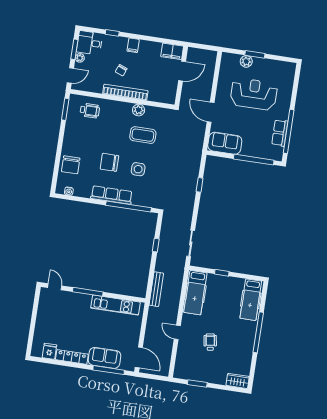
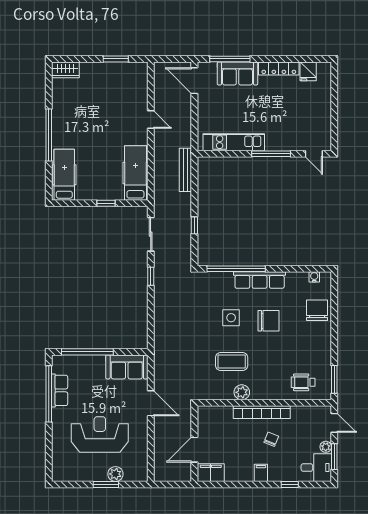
door: (70, 75) -> (334, 423), swing flipped
reception desk: (254, 94) -> (100, 434), turned 180
window: (200, 185) -> (151, 276), moved
wheelchair: (210, 342) -> (107, 114), removed

